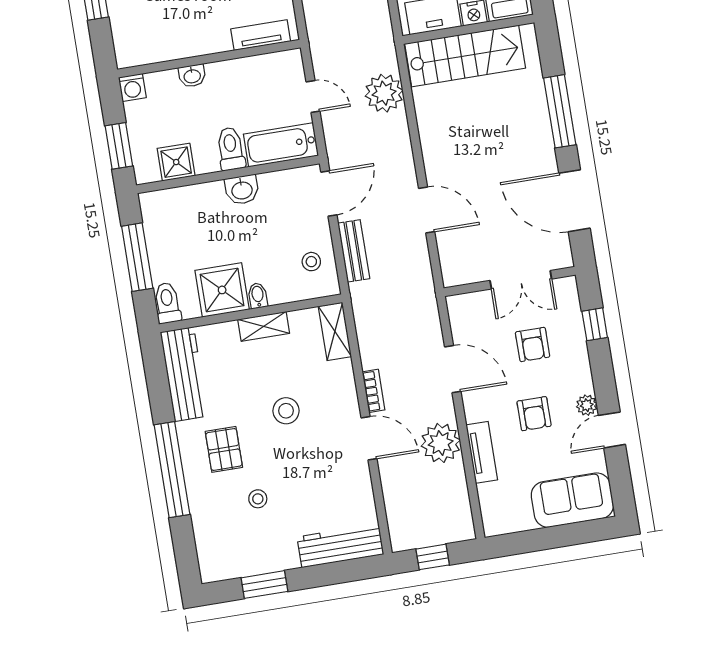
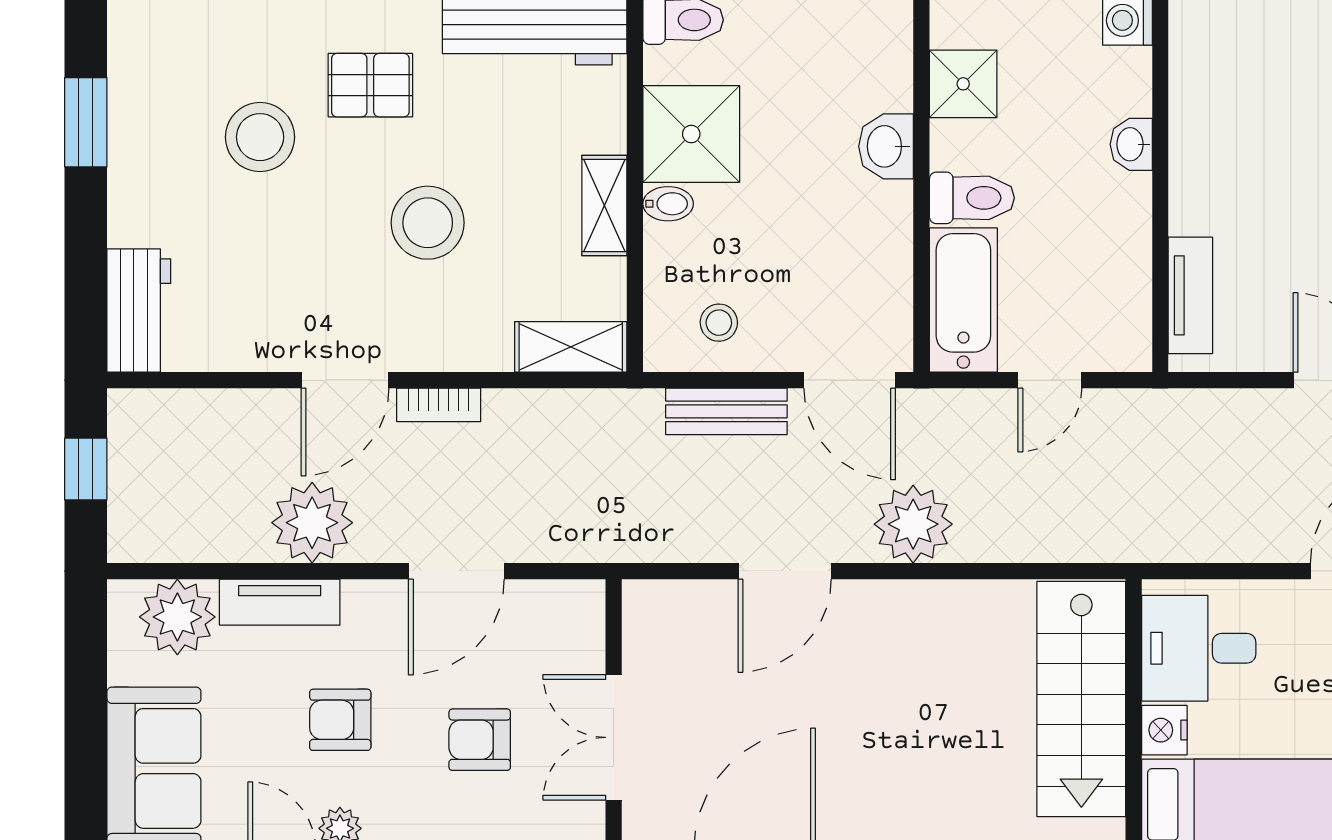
plant: (384, 93) -> (913, 524), moved
washbasin: (242, 190) -> (886, 146), moved
stool: (286, 411) -> (428, 223), width x1.38, depth x1.38
stool: (258, 499) -> (260, 137), width x1.89, depth x1.89
plant: (497, 501) -> (177, 617), added
workbench: (340, 546) -> (139, 311), width x0.73

